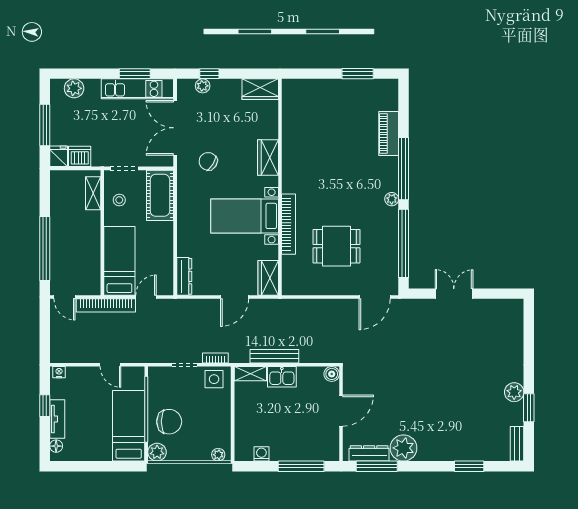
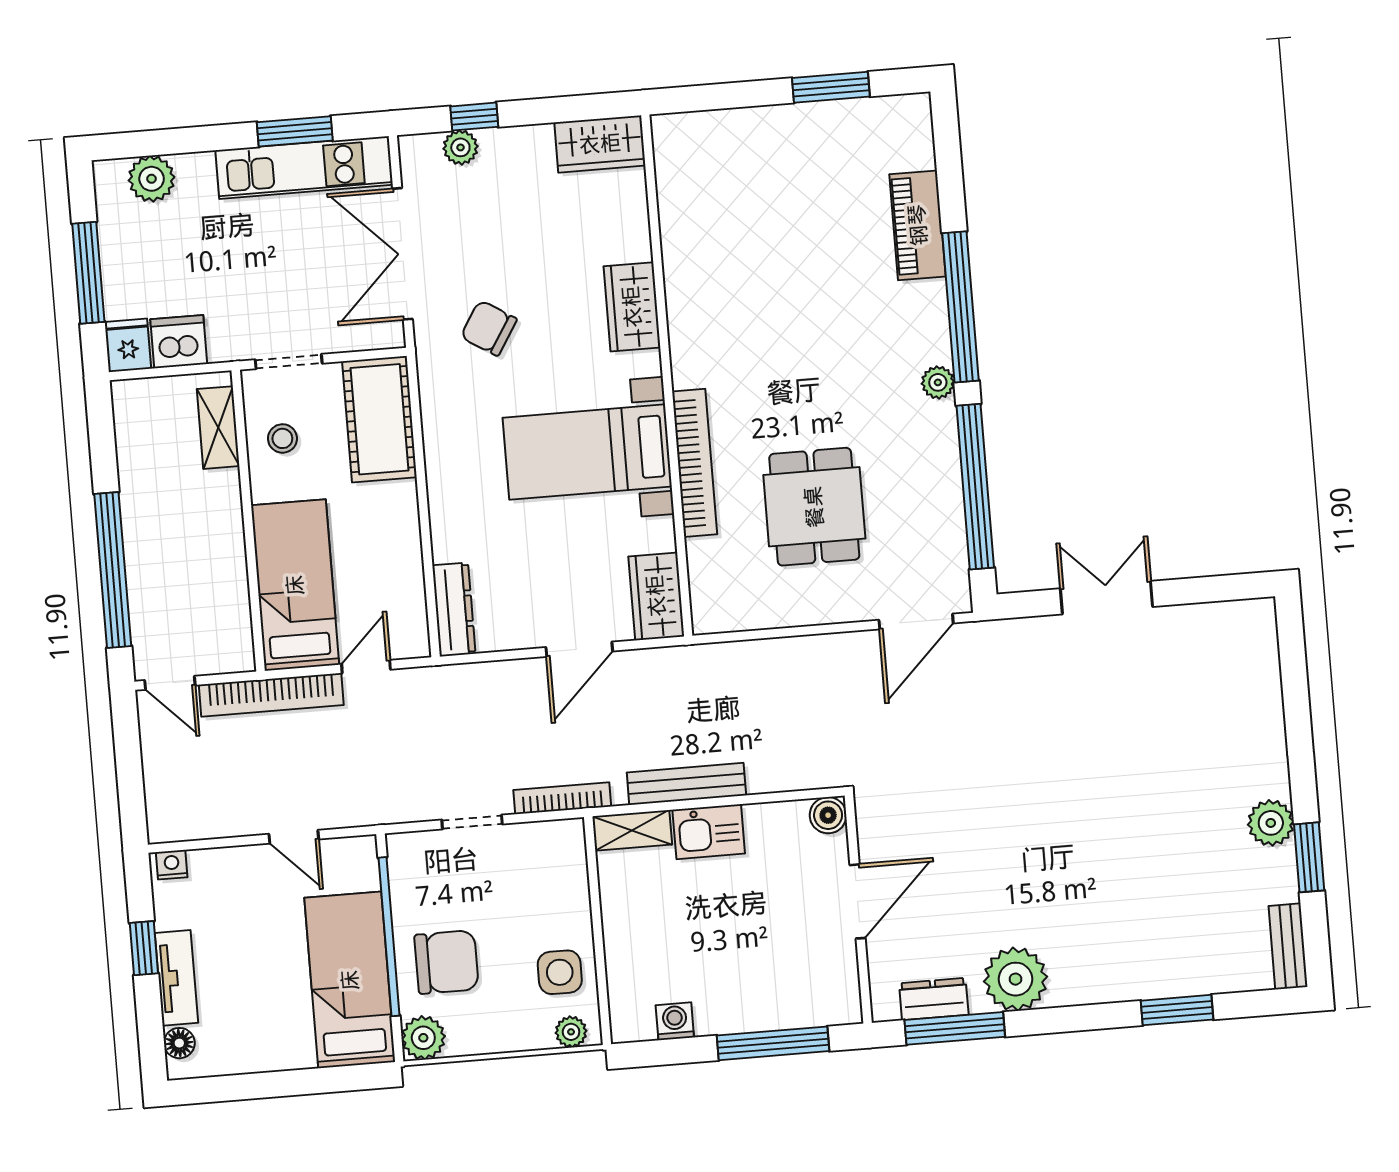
dining table: (336, 246) -> (814, 507), turned 90
bookcase: (215, 358) -> (562, 798), width x1.56
side table: (214, 379) -> (560, 972), moved
dresser: (369, 453) -> (934, 999), width x0.70

